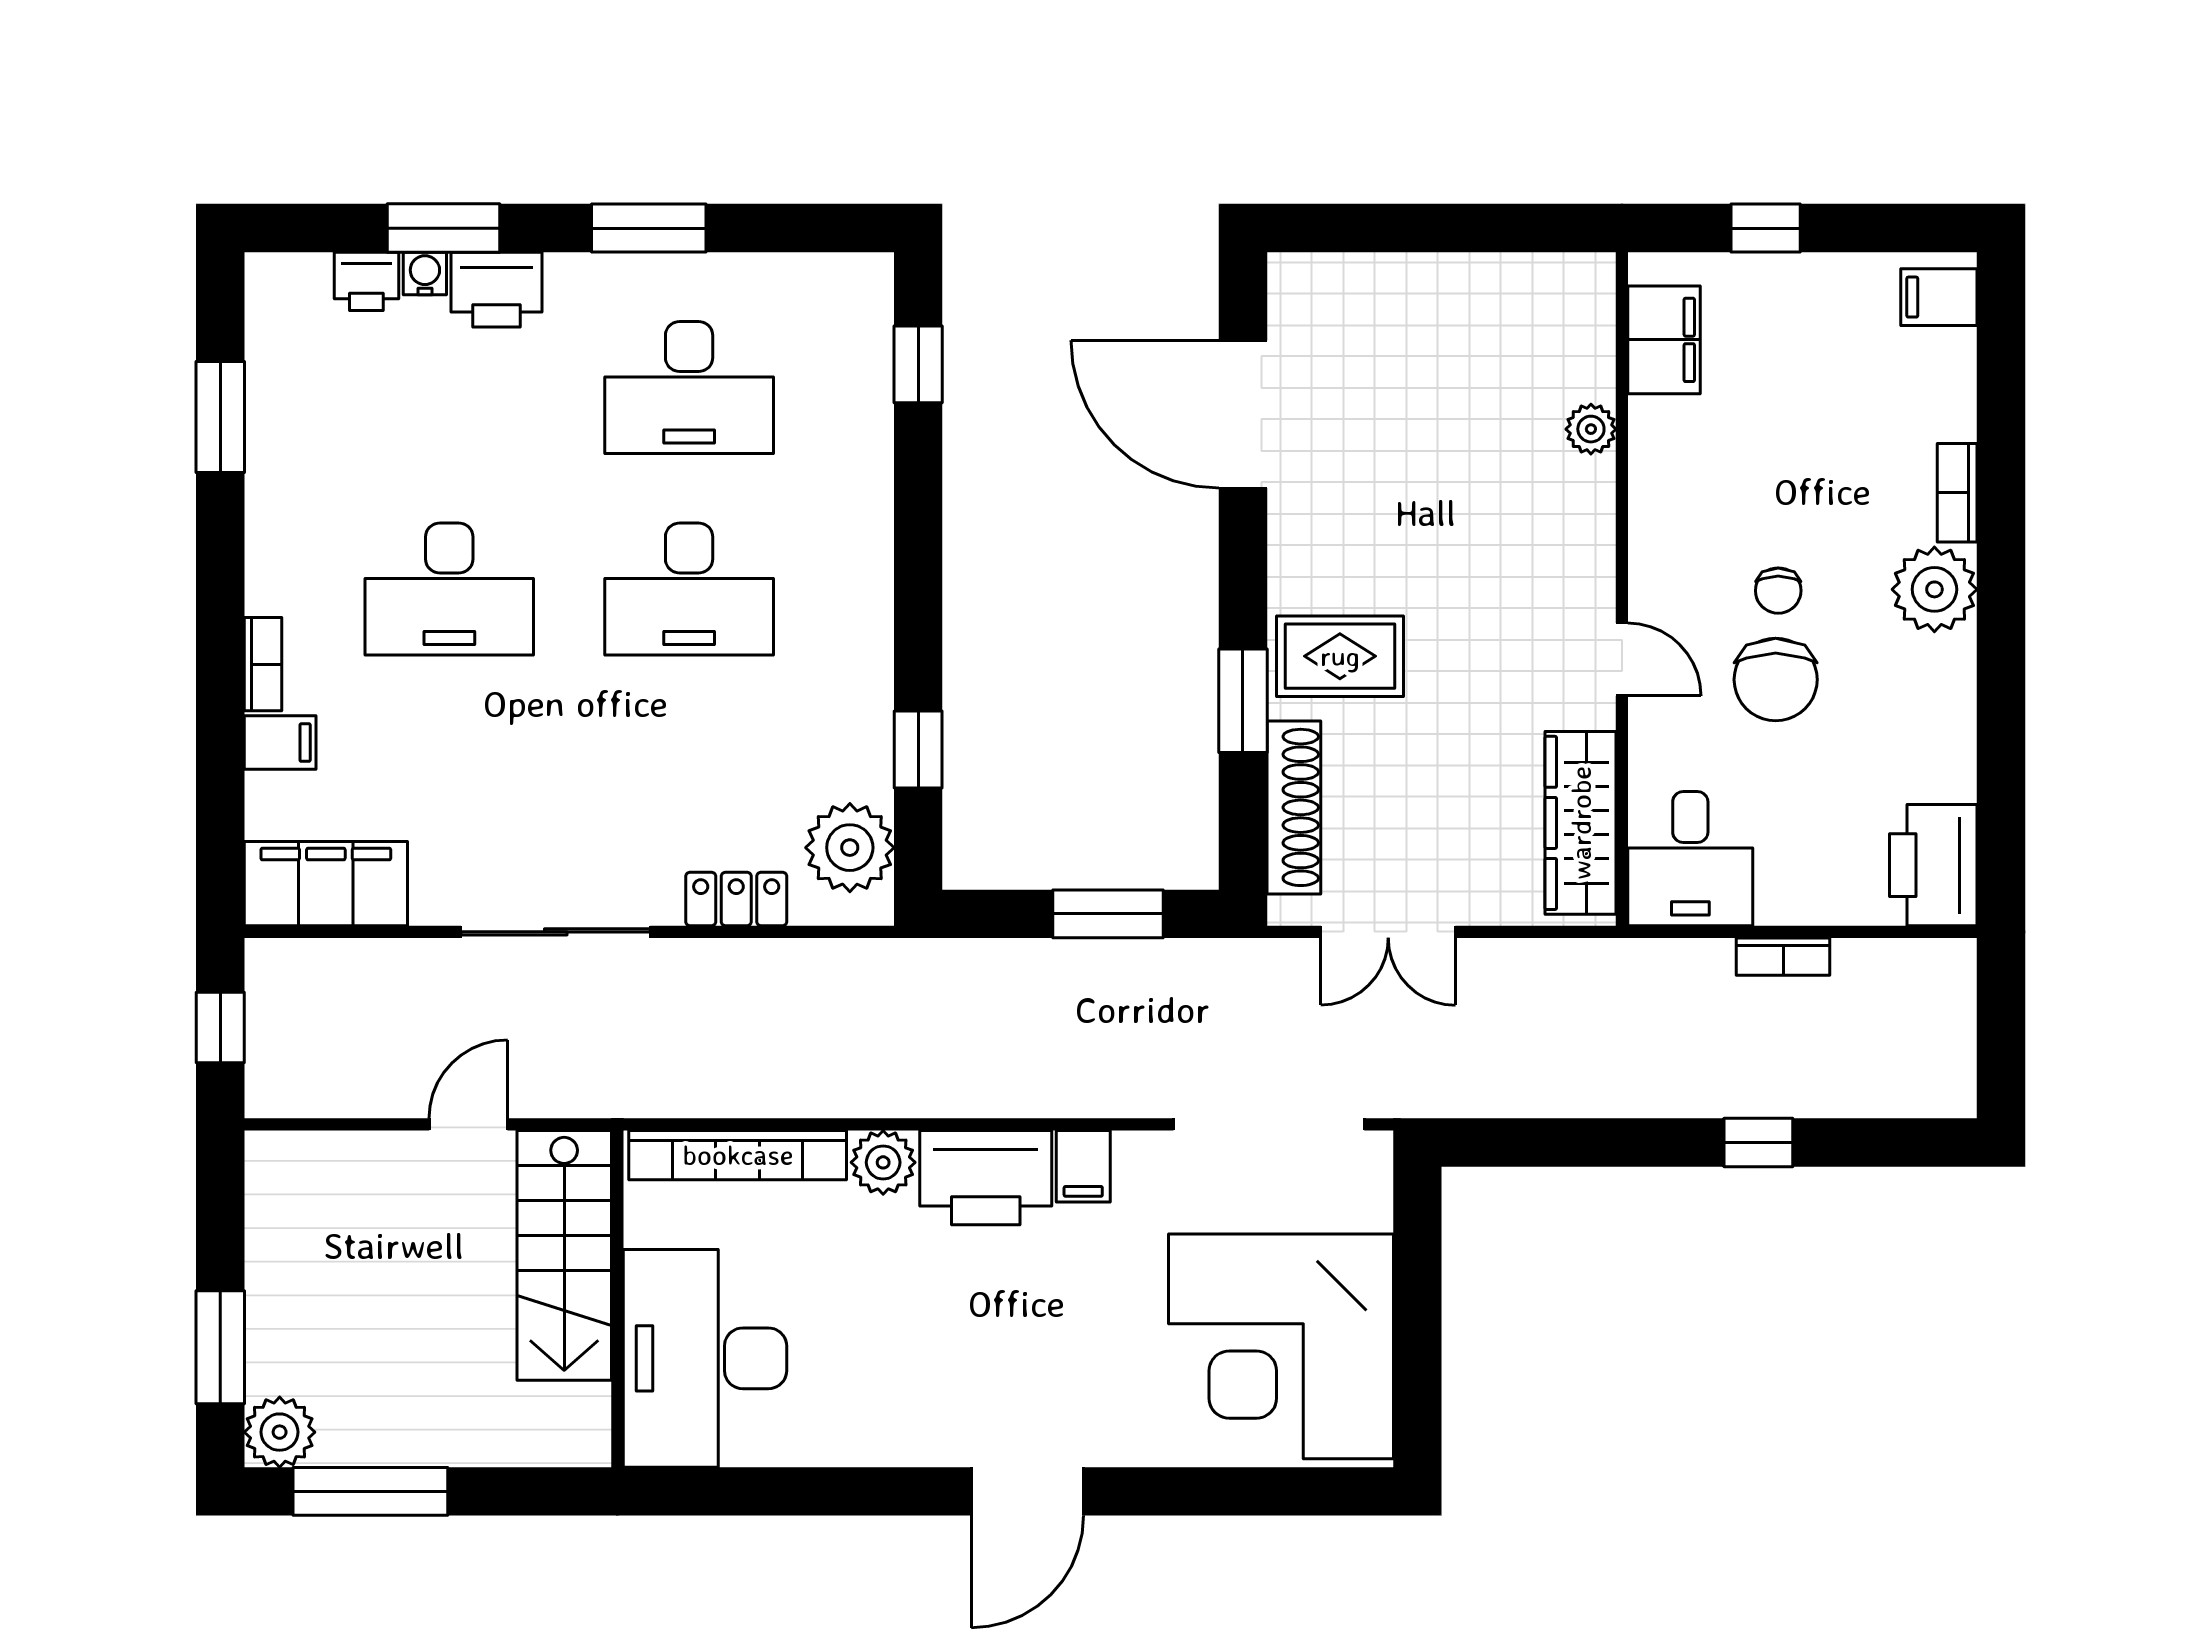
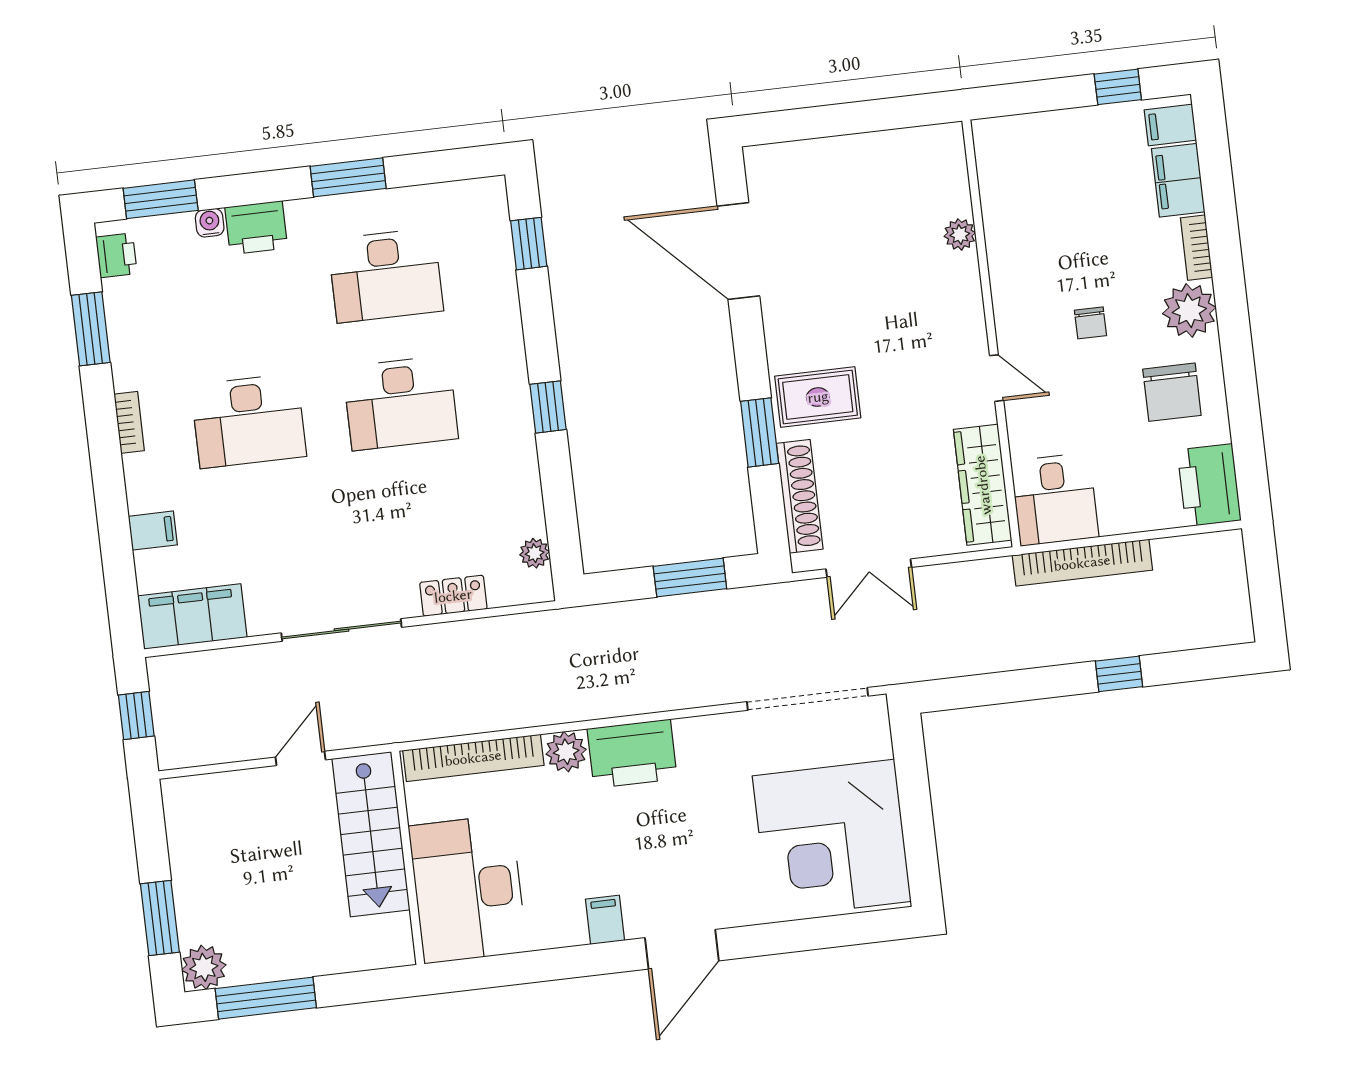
window: (443, 228) -> (161, 199), moved
window: (1766, 228) -> (1118, 87), moved
printer: (366, 281) -> (116, 255), moved, turned -90
filing cabinet: (1664, 340) -> (1178, 180), moved, turned 180
bookcase: (263, 664) -> (129, 422), moved
chair: (1776, 680) -> (1172, 392), moved
window: (918, 749) -> (548, 407), moved
plant: (850, 848) -> (535, 553), width x0.53, depth x0.53
bookcase: (1783, 957) -> (1082, 563), width x2.31, depth x1.31
filing cabinet: (1083, 1166) -> (605, 920), moved, turned 180

